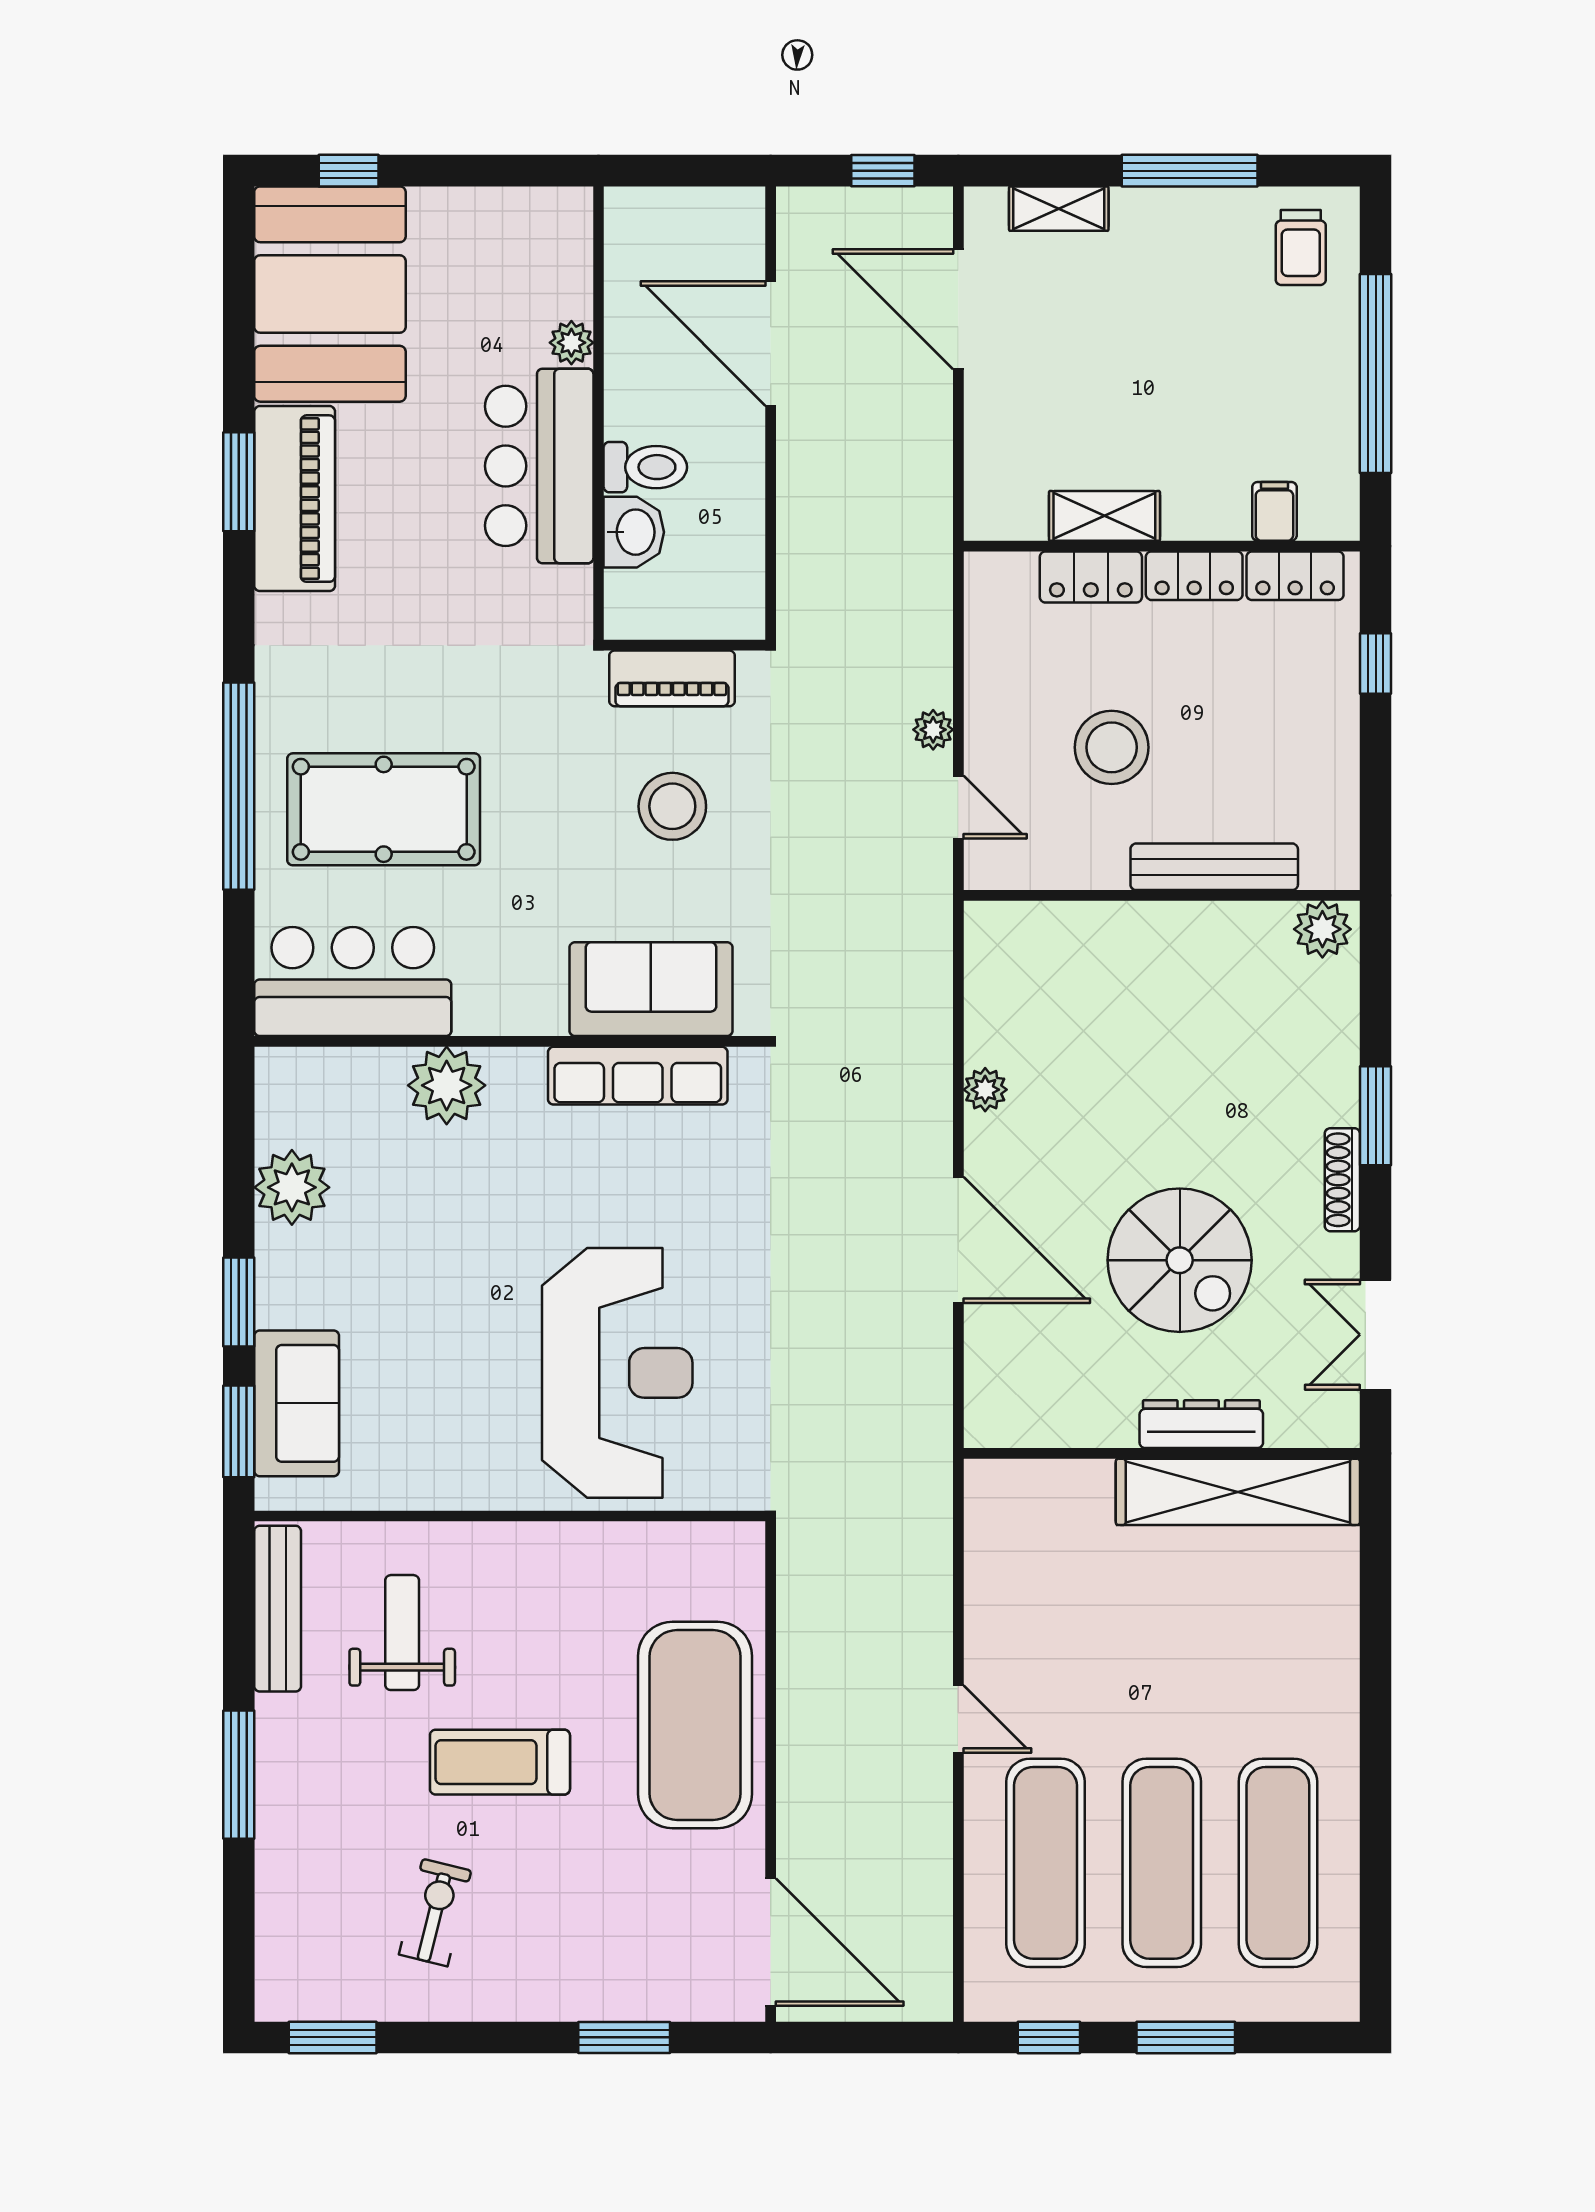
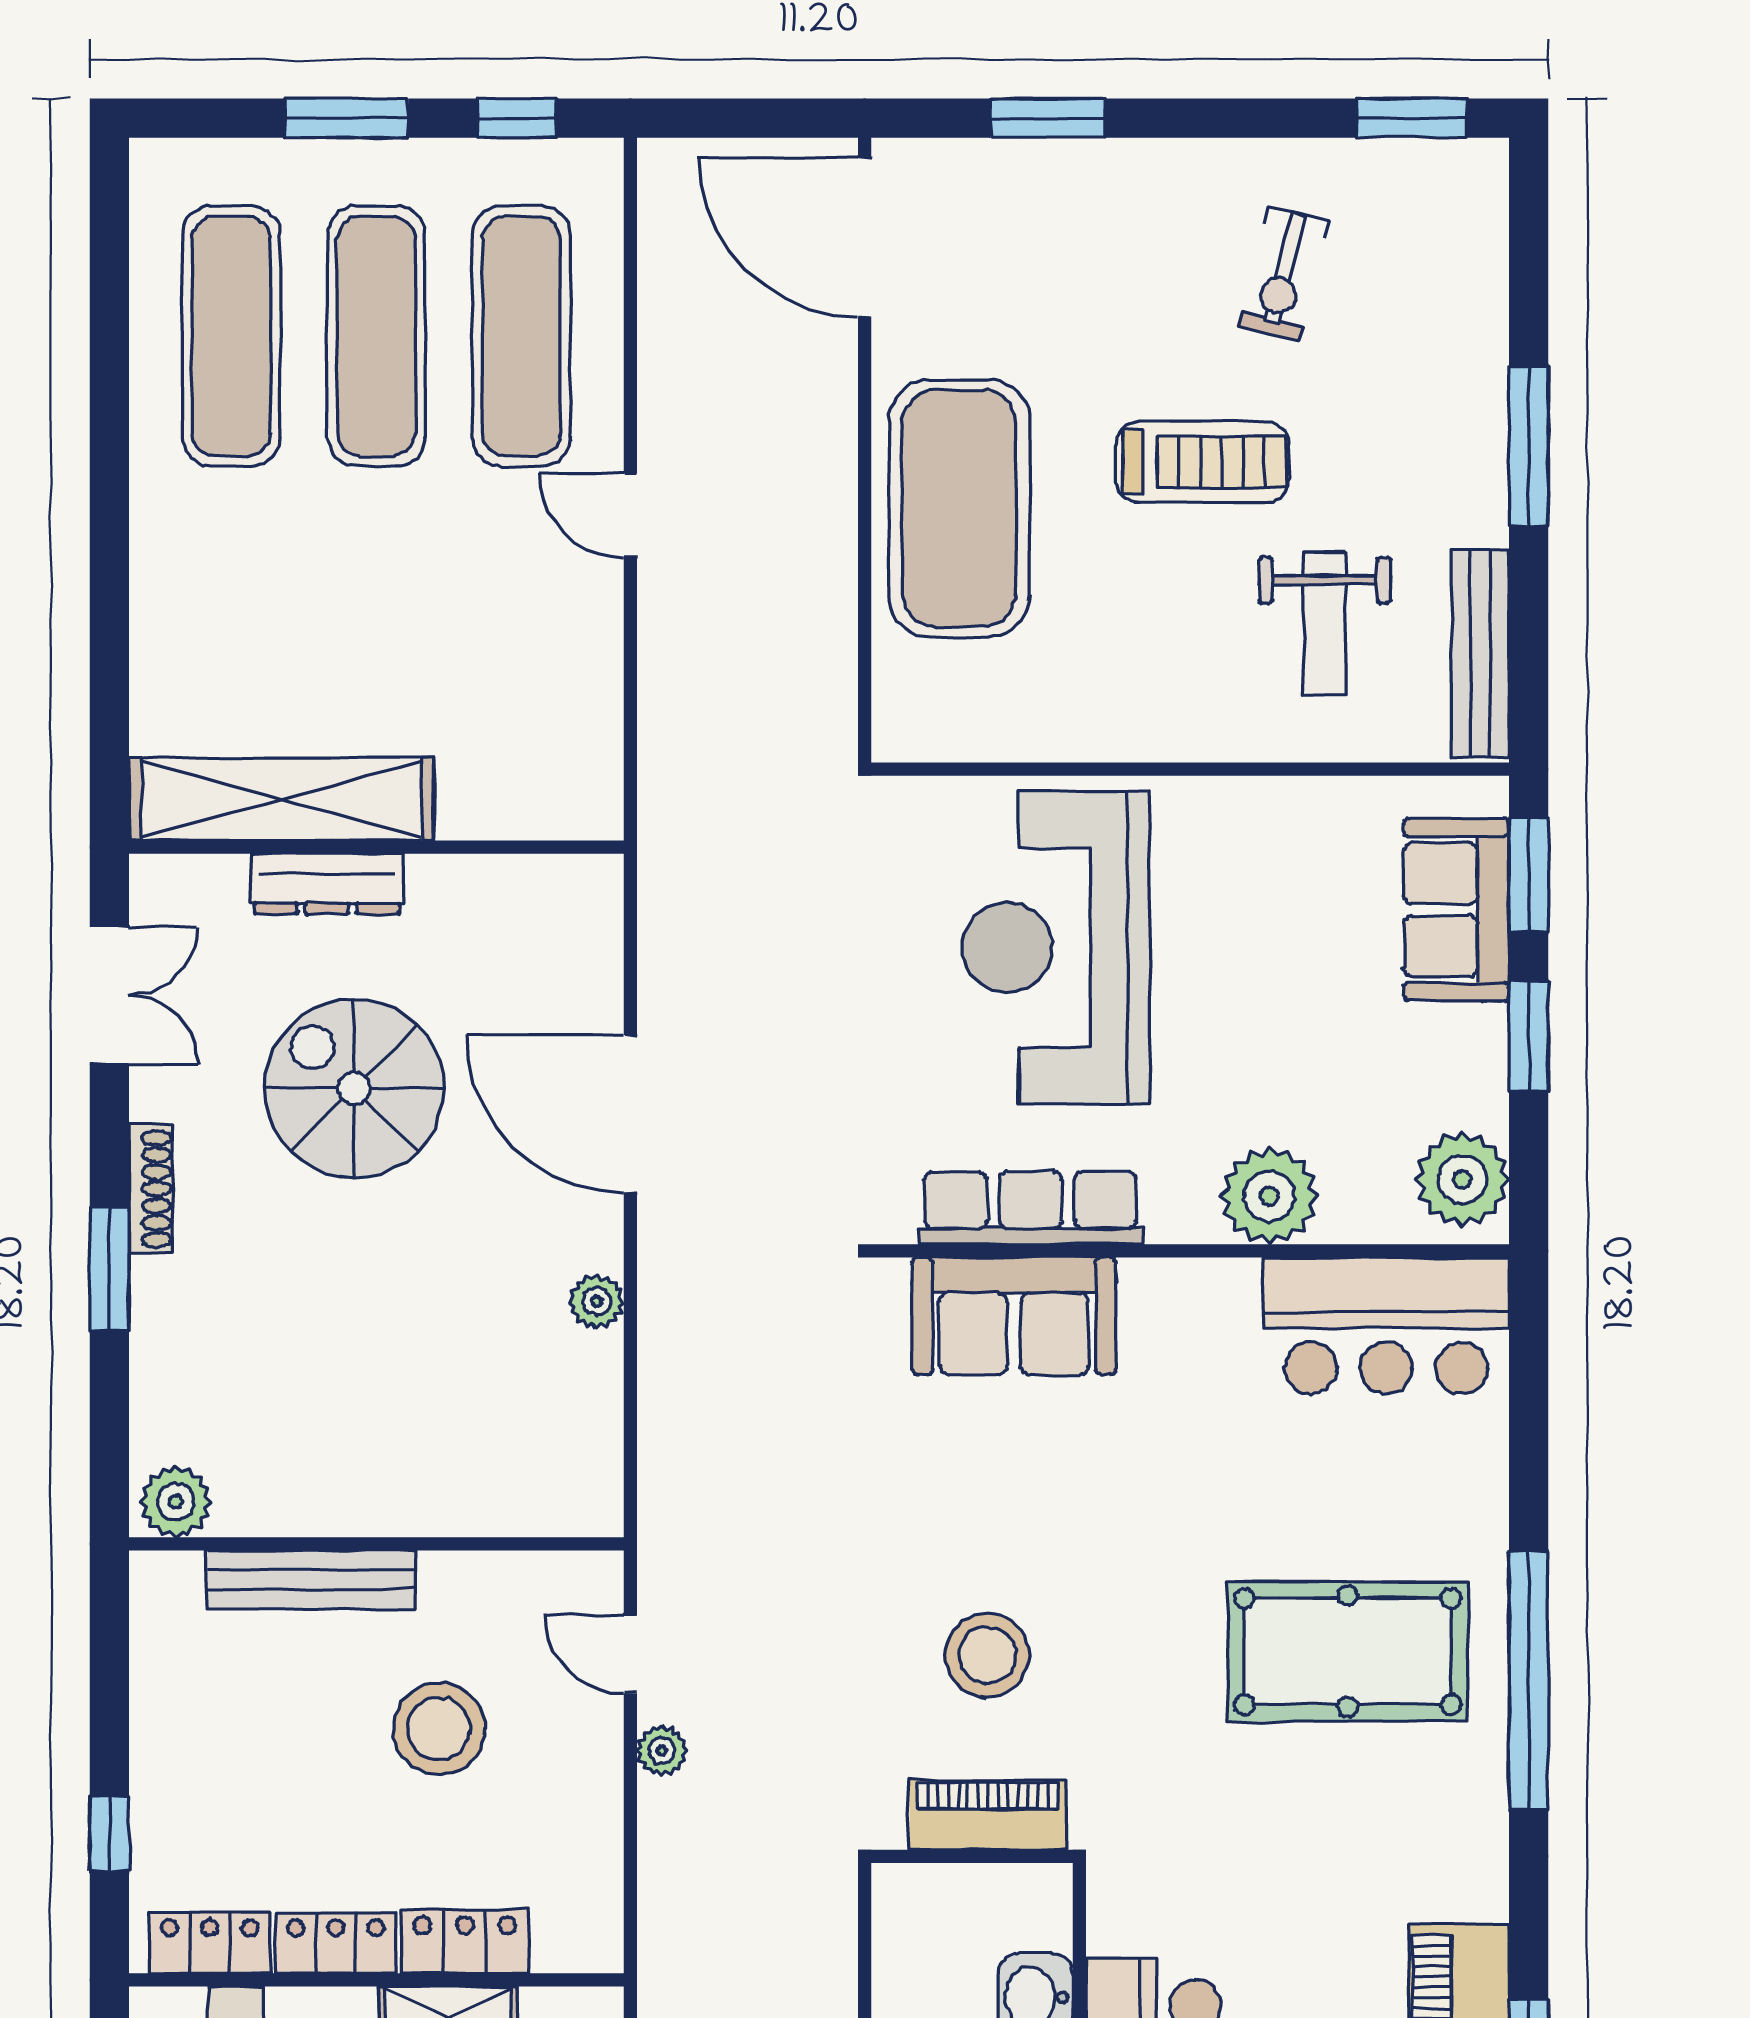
bar counter: (353, 982) -> (1386, 1326), moved
sofa: (651, 989) -> (1014, 1316), moved
wall: (510, 1041) -> (1190, 1251), moved
row of seats: (638, 1076) -> (1030, 1208), moved
plant: (447, 1085) -> (1269, 1196), moved

